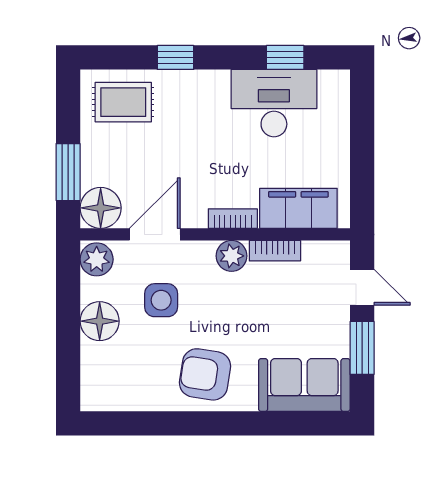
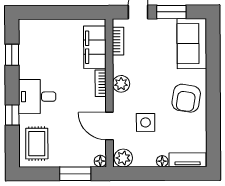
desk: (274, 103) -> (37, 97), moved, width x0.73
floor lamp: (101, 208) -> (100, 161), width x0.53, depth x0.53
bookcase: (275, 251) -> (118, 41), moved
floor lamp: (100, 321) -> (162, 161), width x0.53, depth x0.53
tv unit: (93, 376) -> (188, 160), added

